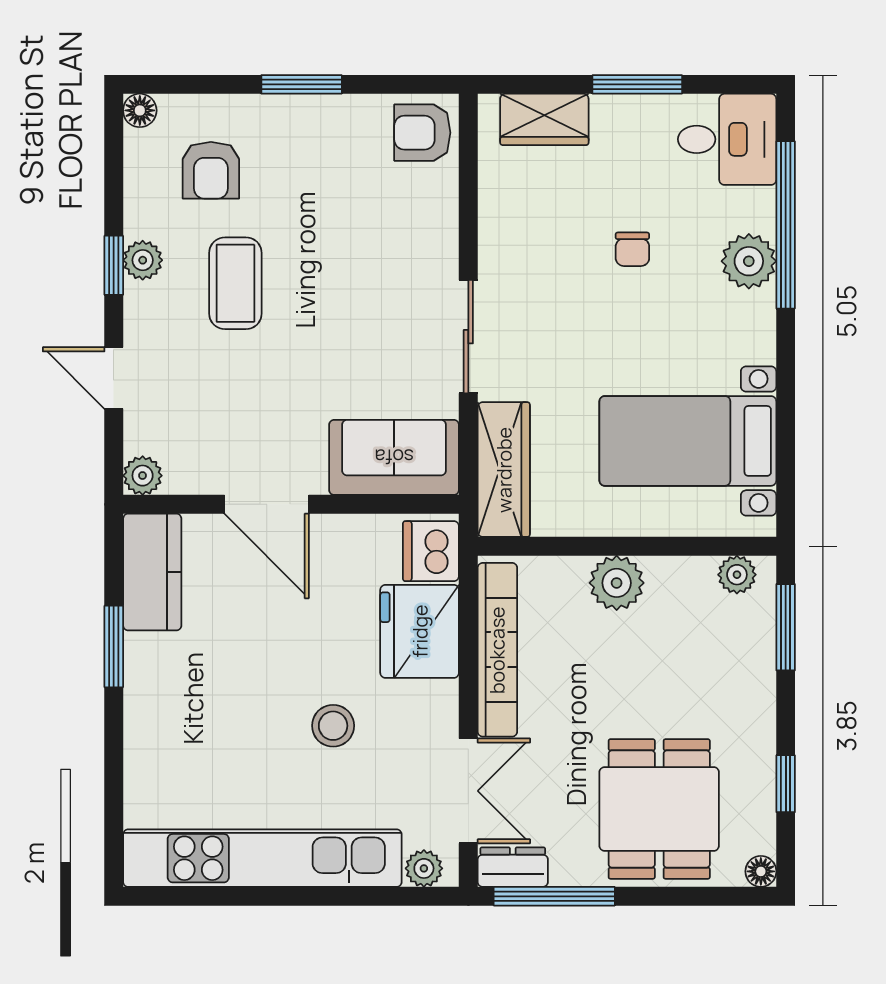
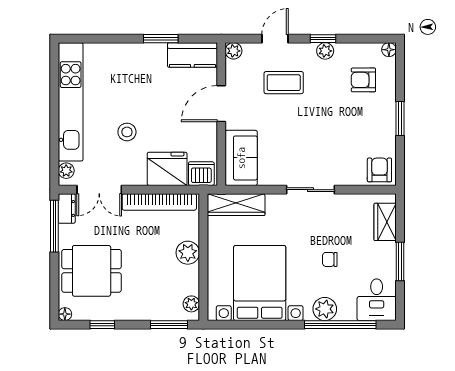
coffee table: (235, 283) -> (284, 83), moved
sliding door: (468, 337) -> (311, 190), moved
bed with nightstands: (688, 441) -> (260, 283), width x1.36

